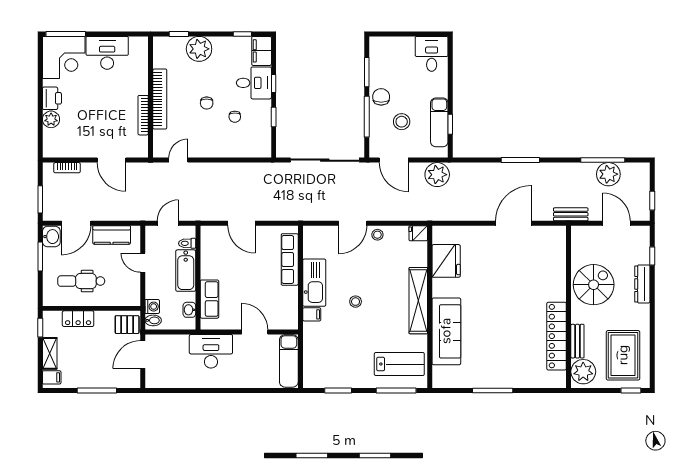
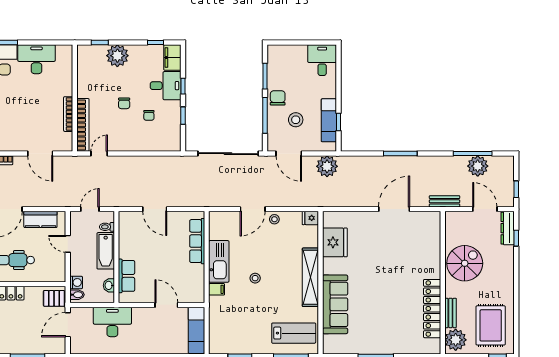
bookcase: (160, 99) -> (83, 125), moved
dresser: (642, 284) -> (508, 228), moved
desk: (211, 351) -> (112, 322), moved

